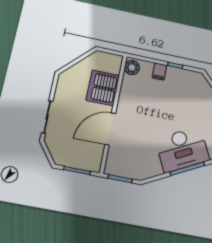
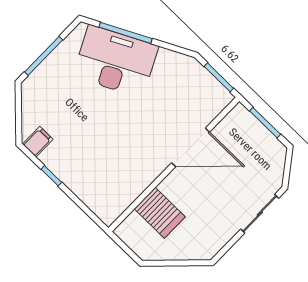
plant: (132, 68) -> (111, 209), removed
filing cabinet: (159, 72) -> (38, 142), moved
server rack: (103, 88) -> (160, 213), width x0.63

